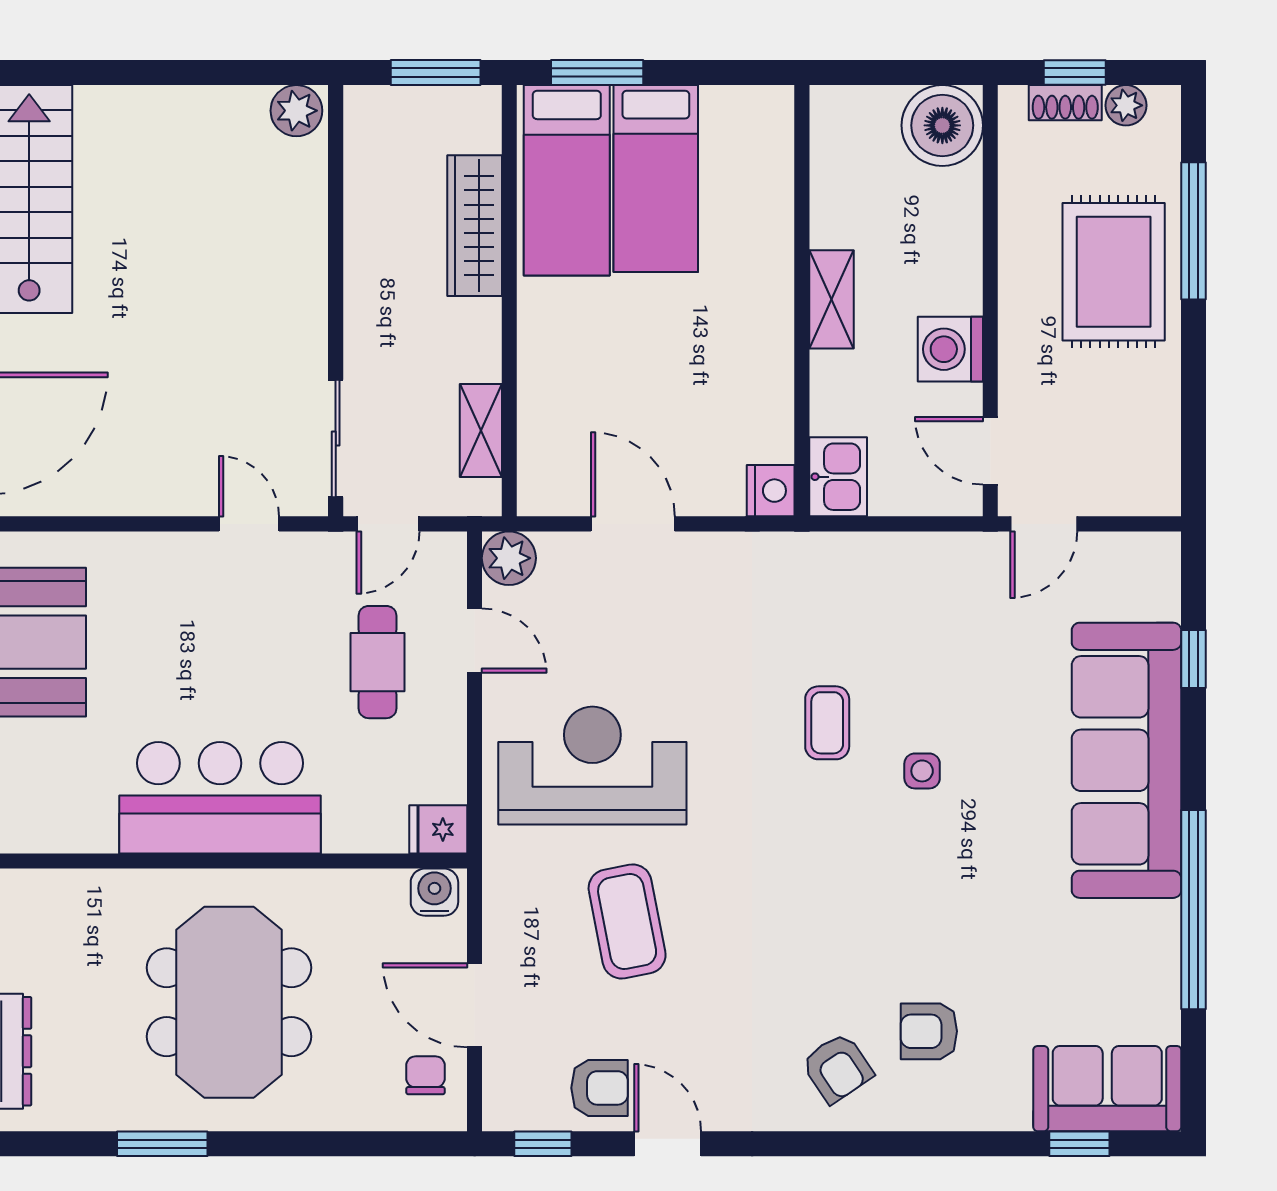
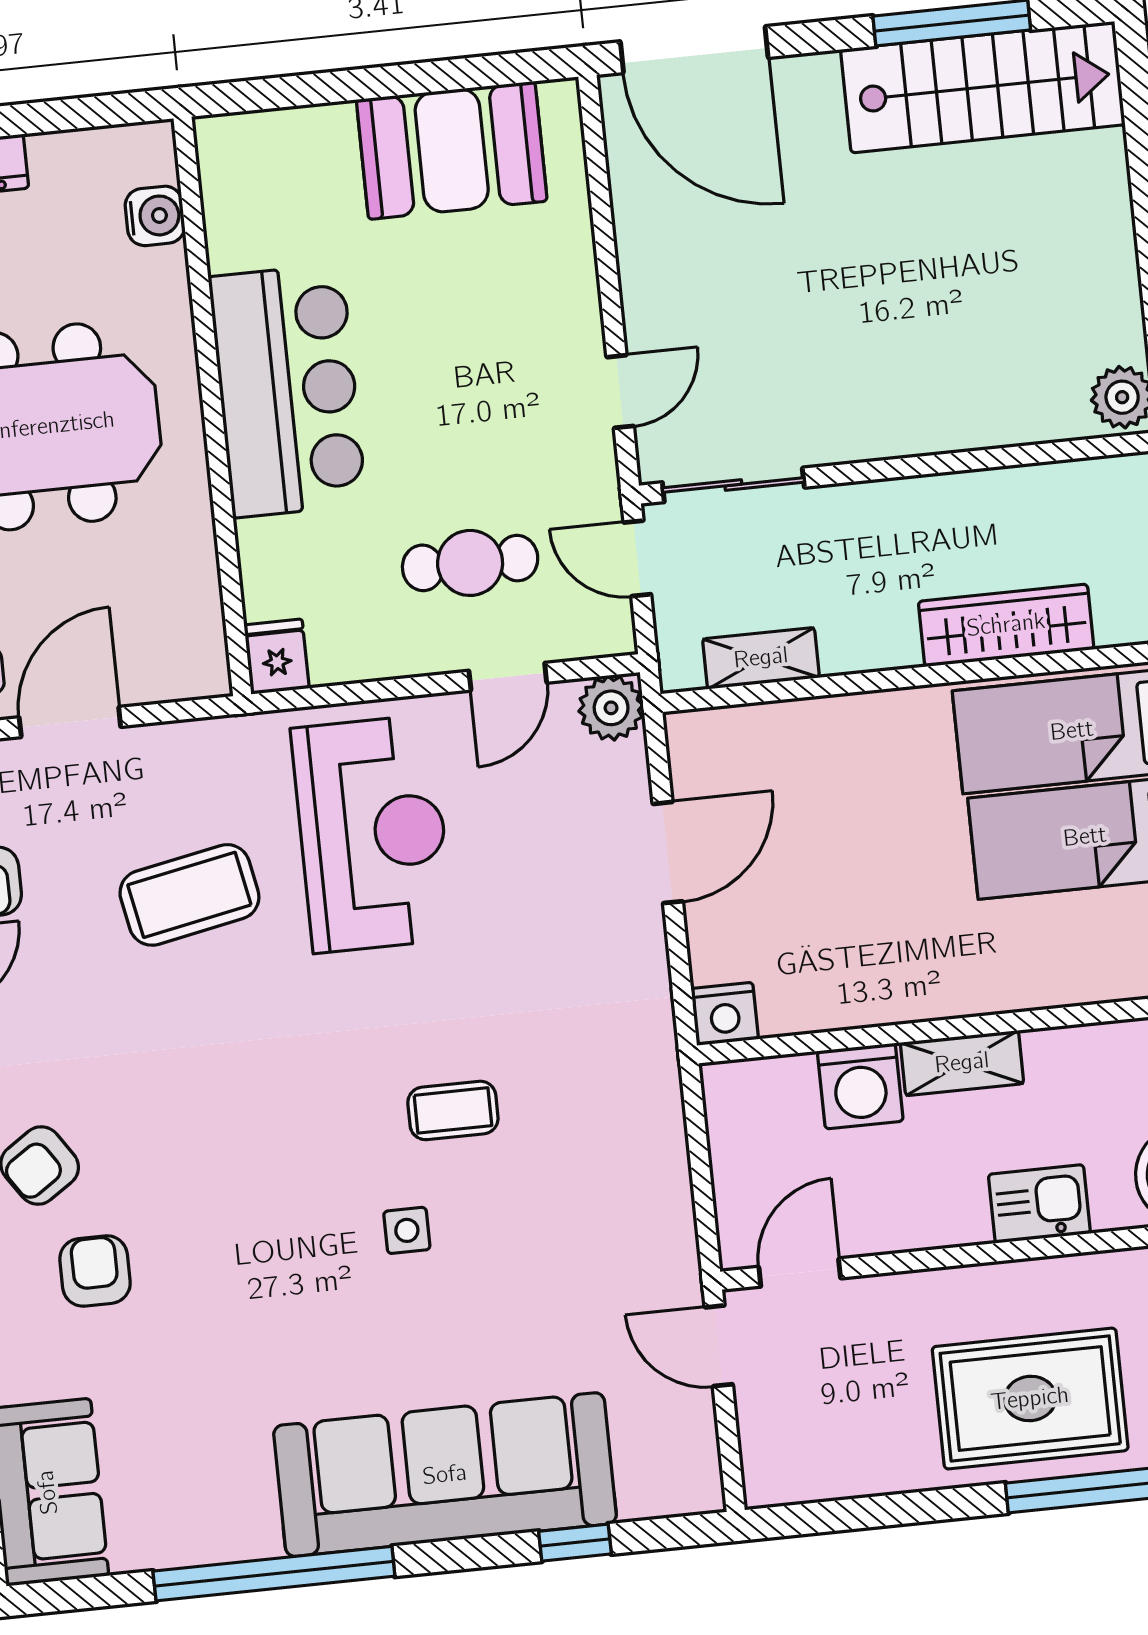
washing machine: (950, 349) -> (860, 1086), moved, turned 180
kitchen sink: (838, 477) -> (1039, 1204), moved, turned 180
water cooler: (434, 892) -> (155, 216), moved

